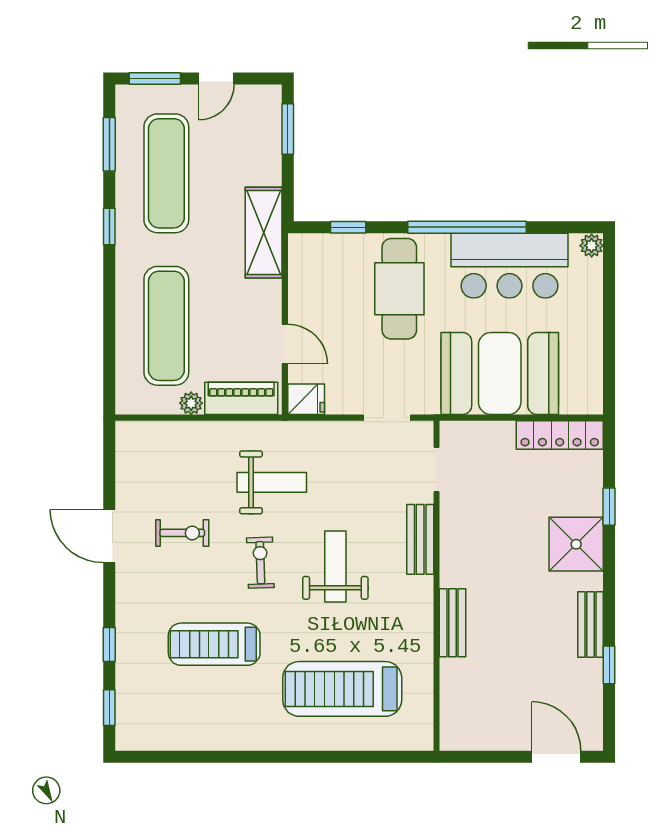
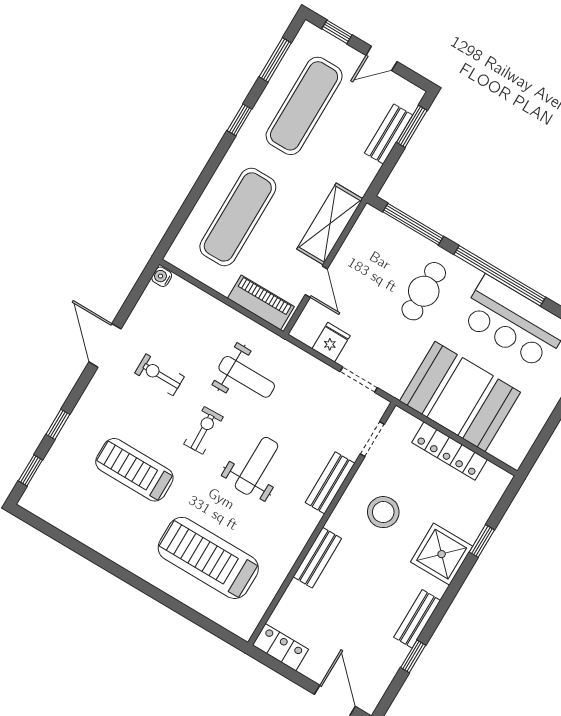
window: (155, 79) -> (337, 32), width x0.67
bench: (269, 151) -> (389, 134), added
window: (348, 227) -> (413, 224), width x2.17
shelving: (264, 233) -> (330, 224), moved
cafe table: (399, 289) -> (424, 291), width x0.73, depth x0.74
fridge: (306, 399) -> (331, 342), moved, turned -90
plant: (191, 403) -> (222, 284), removed
water cooler: (125, 432) -> (162, 277), added
locker: (560, 435) -> (450, 451), moved
exercise bike: (182, 533) -> (160, 375), turned 180
stool: (492, 537) -> (383, 512), added
locker: (469, 736) -> (280, 647), added

